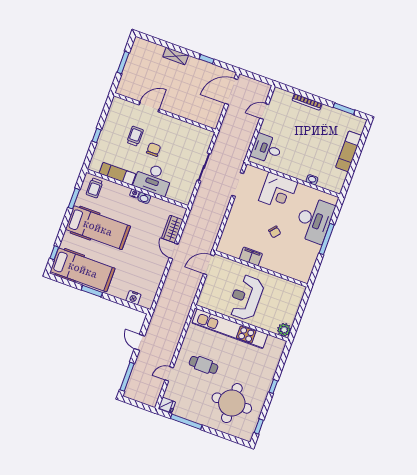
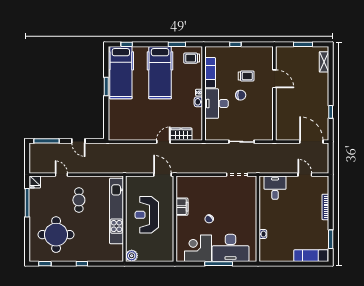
shelving: (176, 56) -> (324, 62), moved
exam couch: (349, 151) -> (311, 256), moved
corner desk: (278, 191) -> (198, 248), moved, turned 90
nightstand: (133, 298) -> (113, 123), removed
reception desk: (246, 298) -> (147, 215), turned -90
door: (140, 342) -> (78, 141), swing flipped

